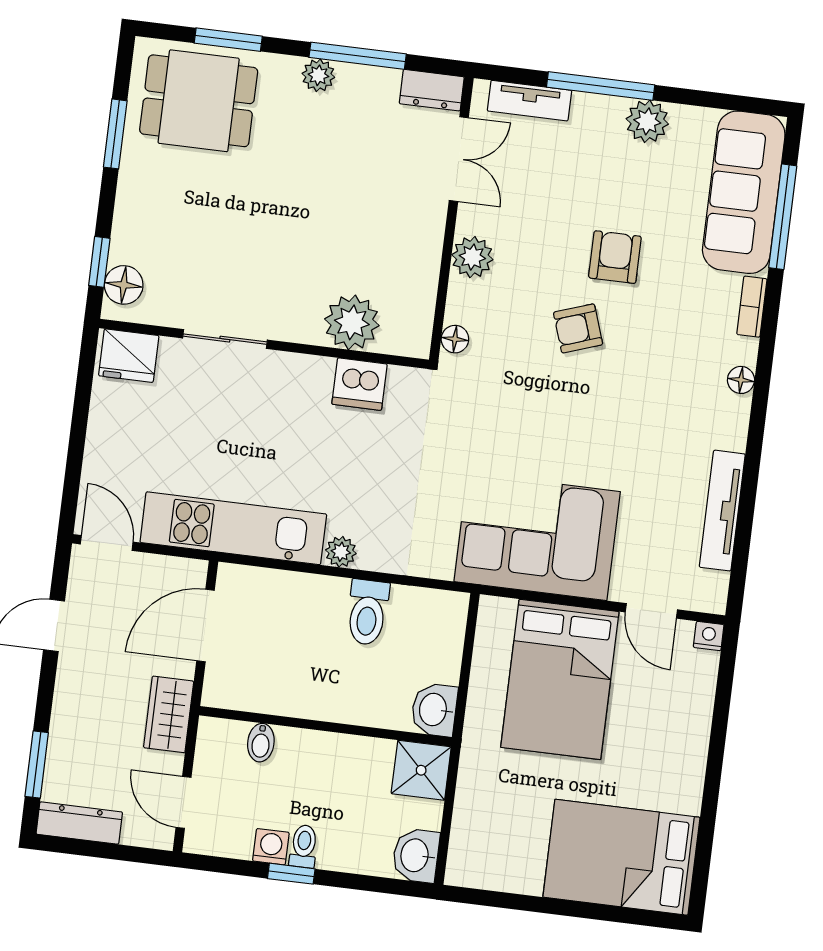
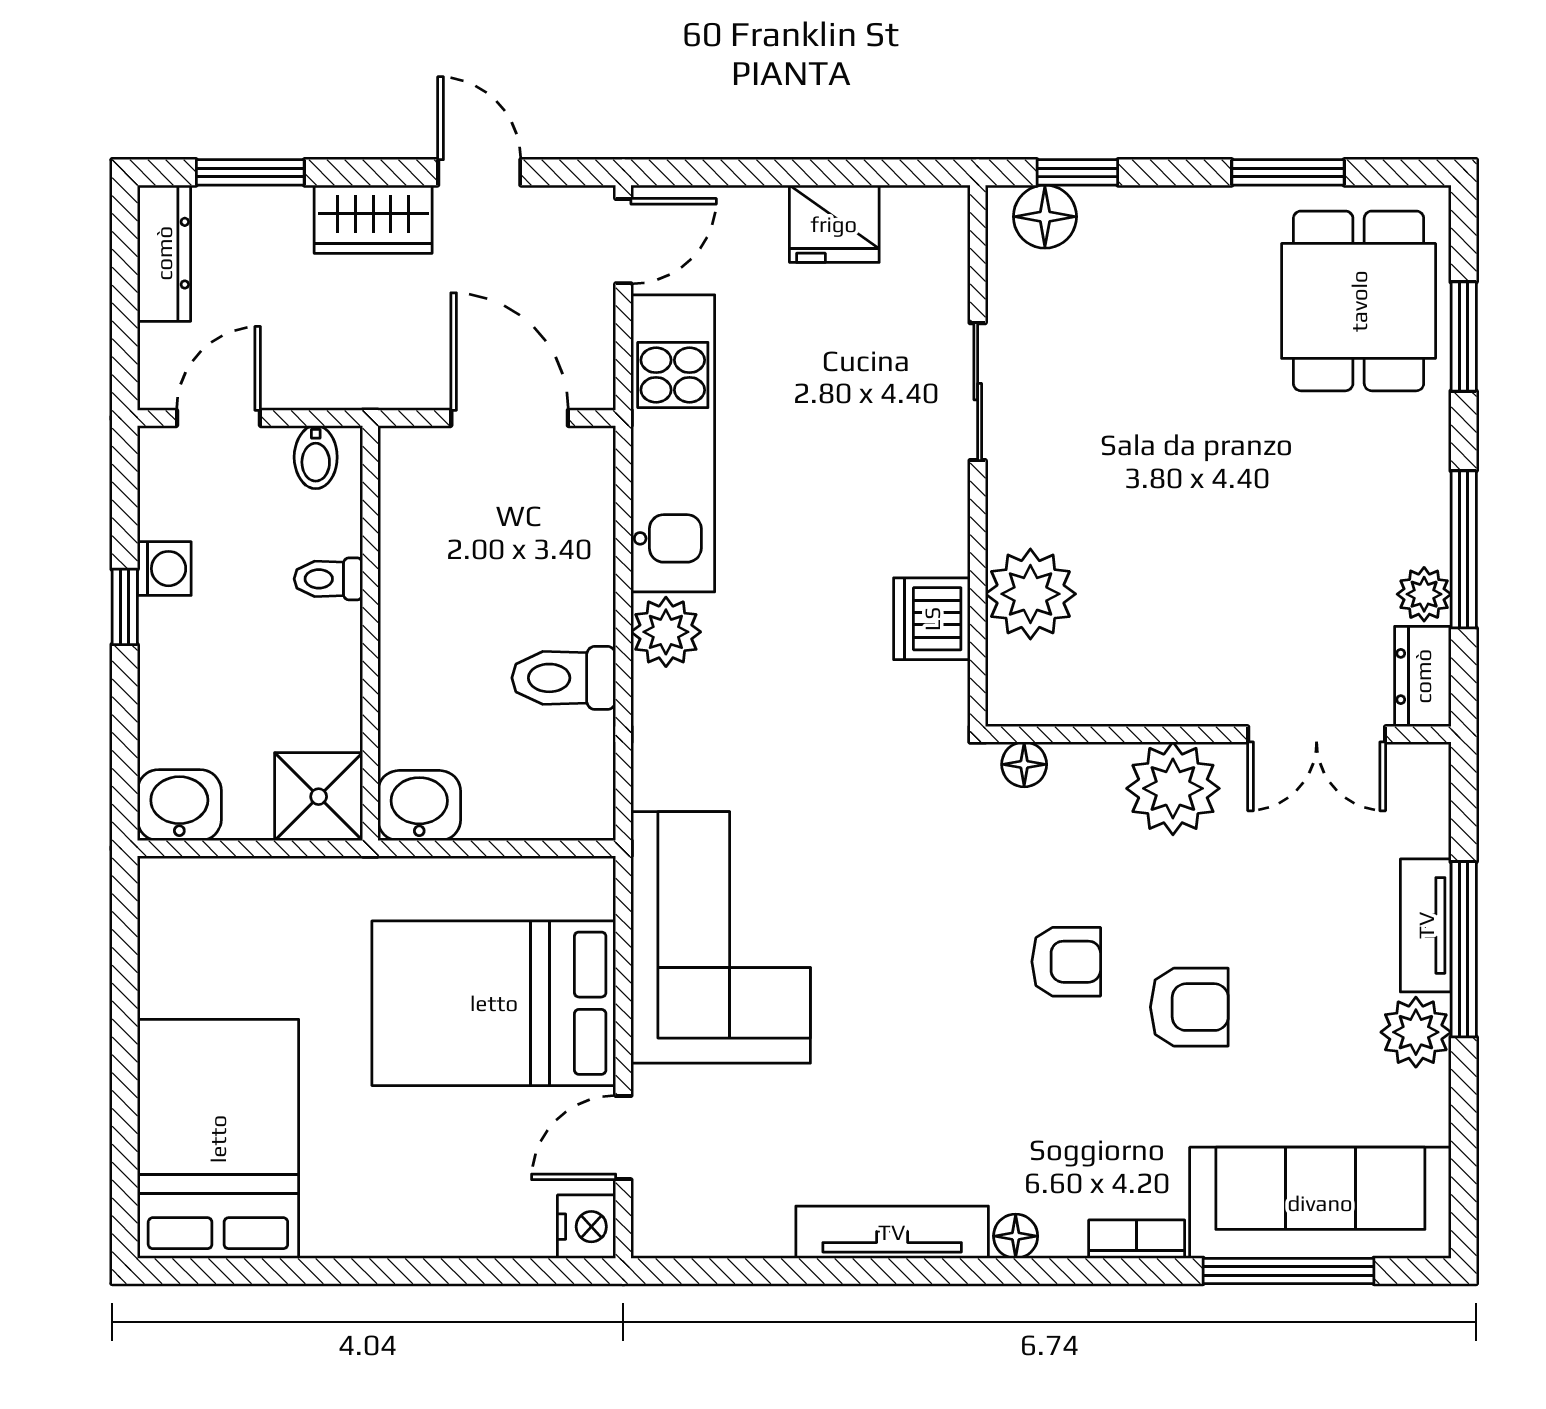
plant: (318, 75) -> (1424, 594), moved
tv unit: (529, 101) -> (1426, 925), moved
plant: (472, 257) -> (1173, 788), width x1.36, depth x1.36
armchair: (578, 328) -> (1066, 962), turned 109
fridge: (129, 356) -> (834, 224), moved, turned -90
tv unit: (722, 511) -> (892, 1232), moved
plant: (341, 552) -> (666, 632), width x1.38, depth x1.38
nightstand: (709, 636) -> (587, 1227), width x1.39, depth x1.35
wardrobe: (169, 714) -> (373, 219), moved, turned 180
bidet: (261, 743) -> (316, 457), moved, turned -90
toilet: (304, 846) -> (328, 579), moved, turned 180

